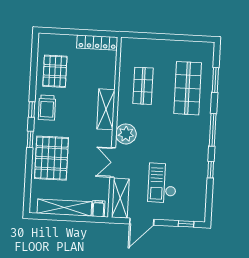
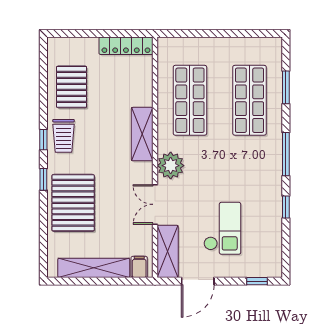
shop shelf: (143, 86) -> (190, 100), width x1.43, depth x1.36
checkout: (162, 183) -> (222, 228), turned 180

